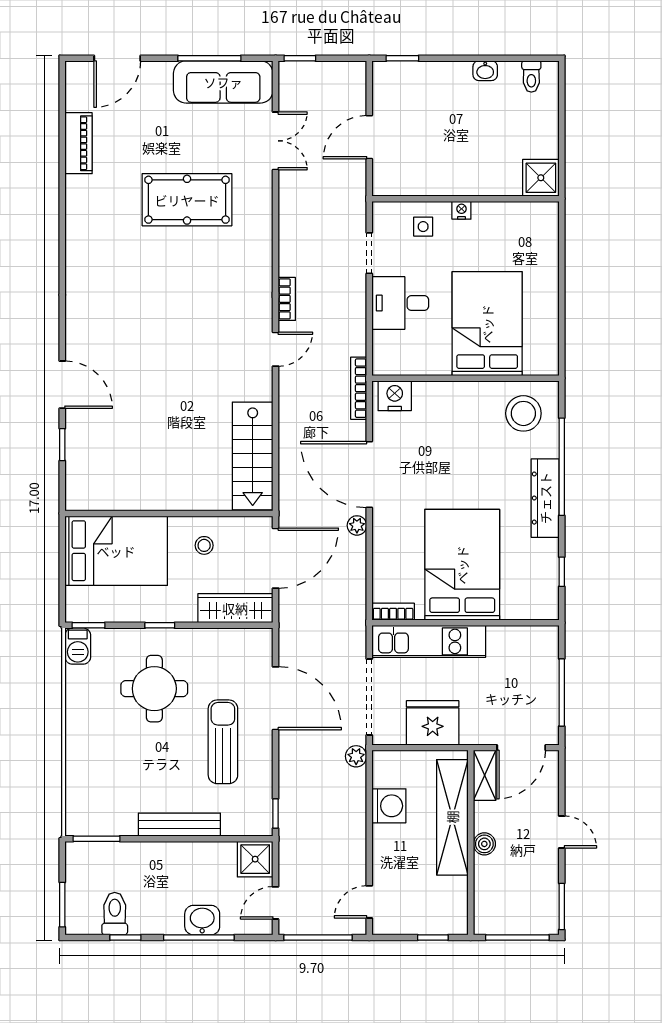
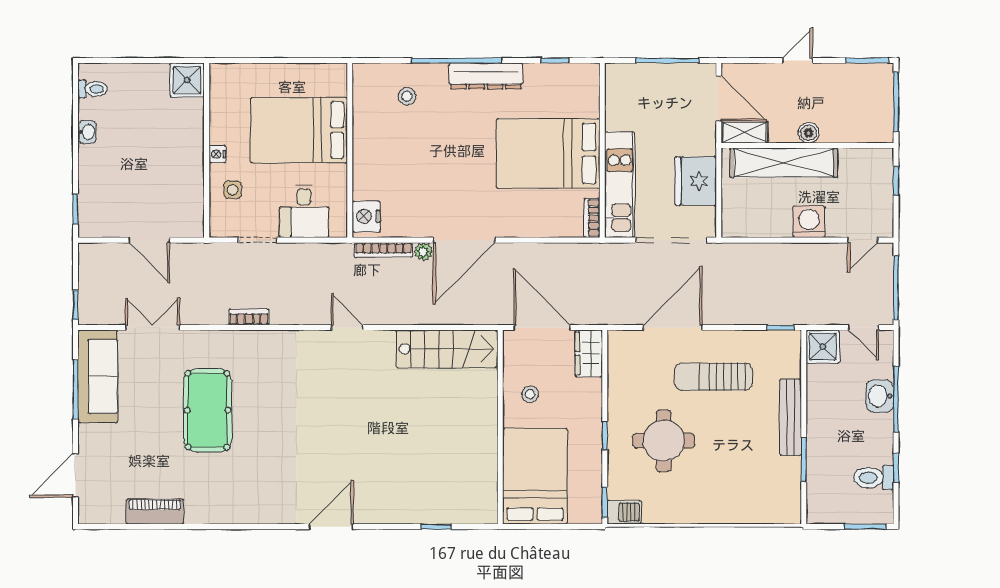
door: (117, 58) -> (76, 475), swing flipped
bookcase: (287, 299) -> (249, 317), moved
bed: (487, 324) -> (299, 130), moved
wall: (466, 378) -> (350, 150), moved
door: (62, 385) -> (331, 527), moved
nightstand: (395, 396) -> (366, 216), moved
stool: (523, 413) -> (407, 96), width x0.53, depth x0.53
plant: (357, 525) -> (423, 252), moved
wardrobe: (235, 608) -> (589, 353), width x0.67
plant: (356, 756) -> (727, 252), removed
washing machine: (389, 806) -> (809, 222), moved
window: (97, 839) -> (804, 460), moved
door: (369, 902) -> (863, 240), hinge flipped

